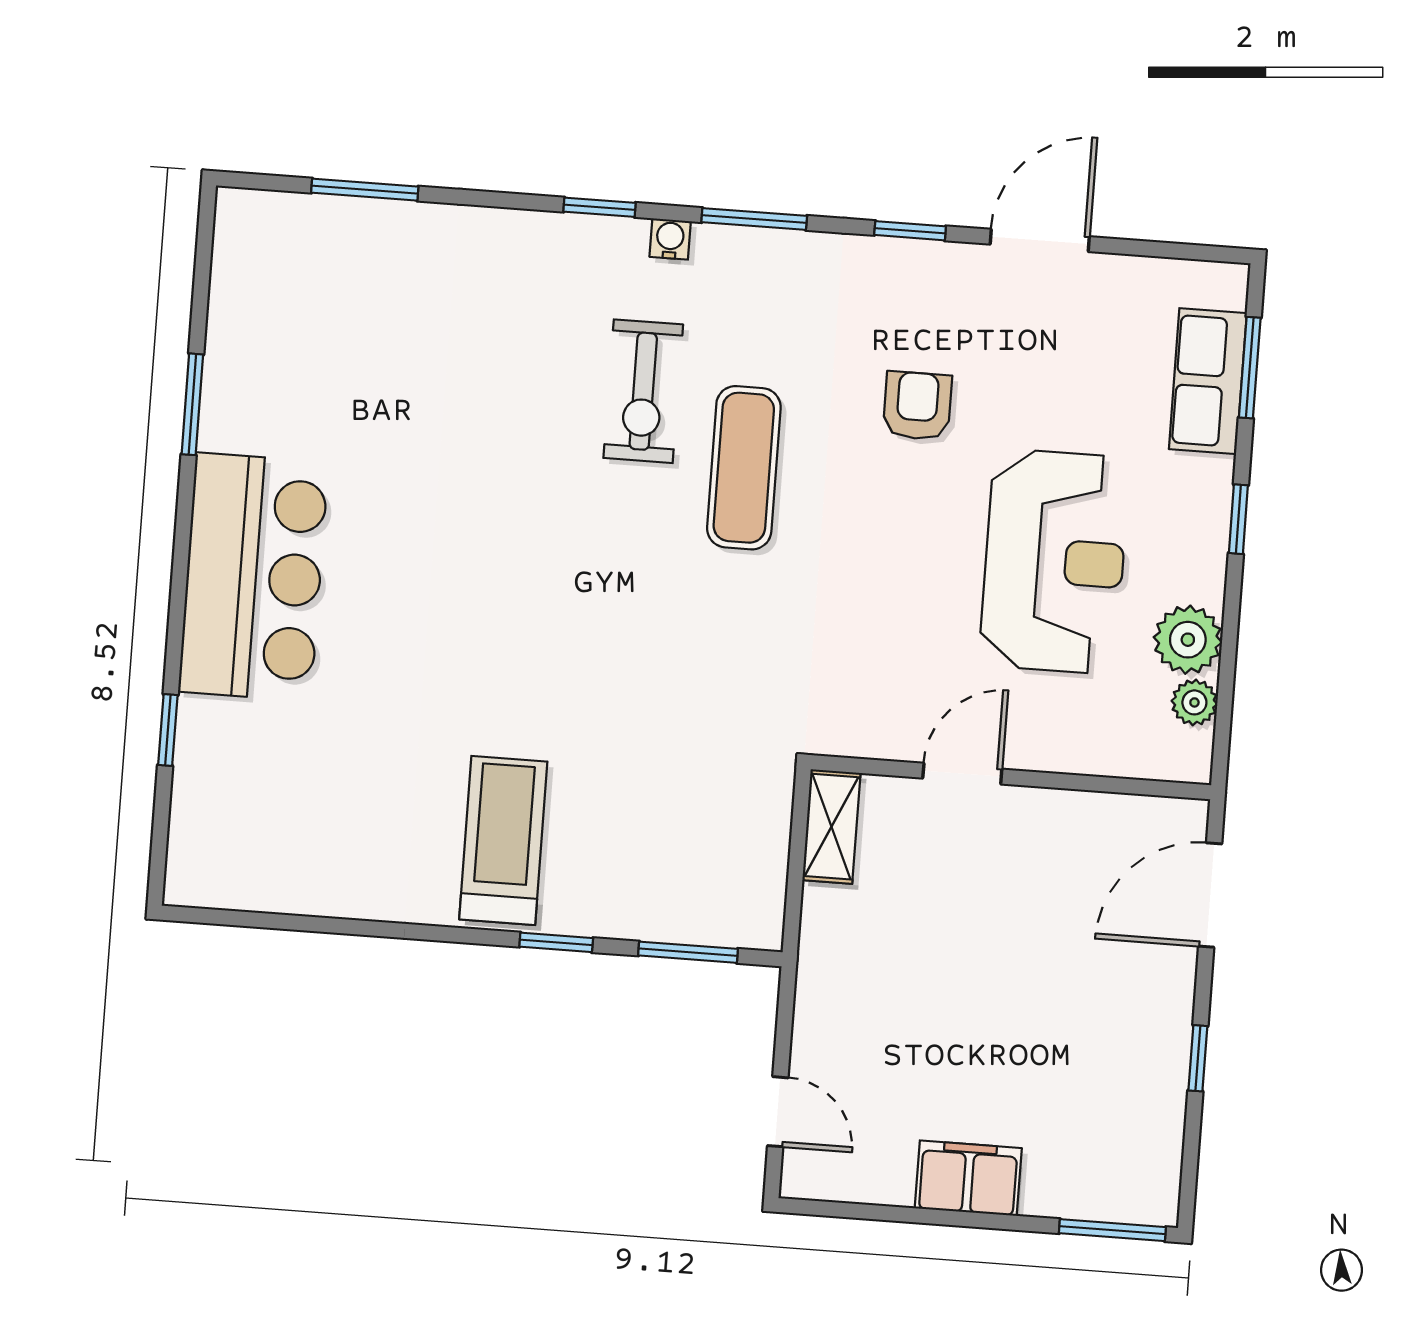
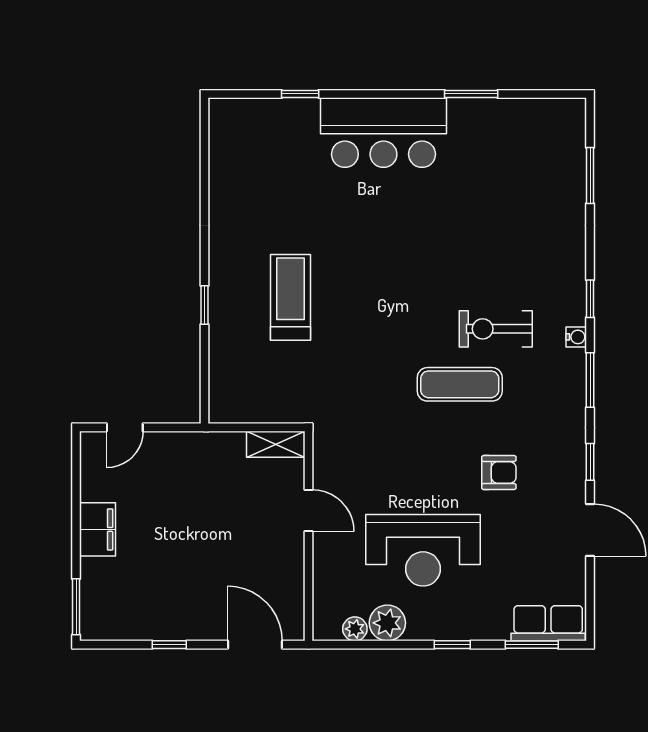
row of seats: (1208, 381) -> (548, 623), moved
treadmill: (503, 840) -> (291, 297), moved, turned -90
window: (688, 952) -> (205, 374), removed

